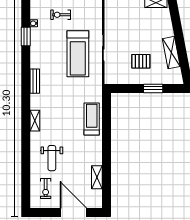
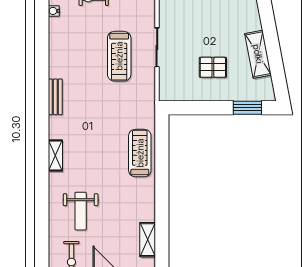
window: (26, 36) -> (42, 30), removed
treadmill: (78, 54) -> (119, 56), width x0.73, depth x0.73
window: (153, 88) -> (247, 108), moved

